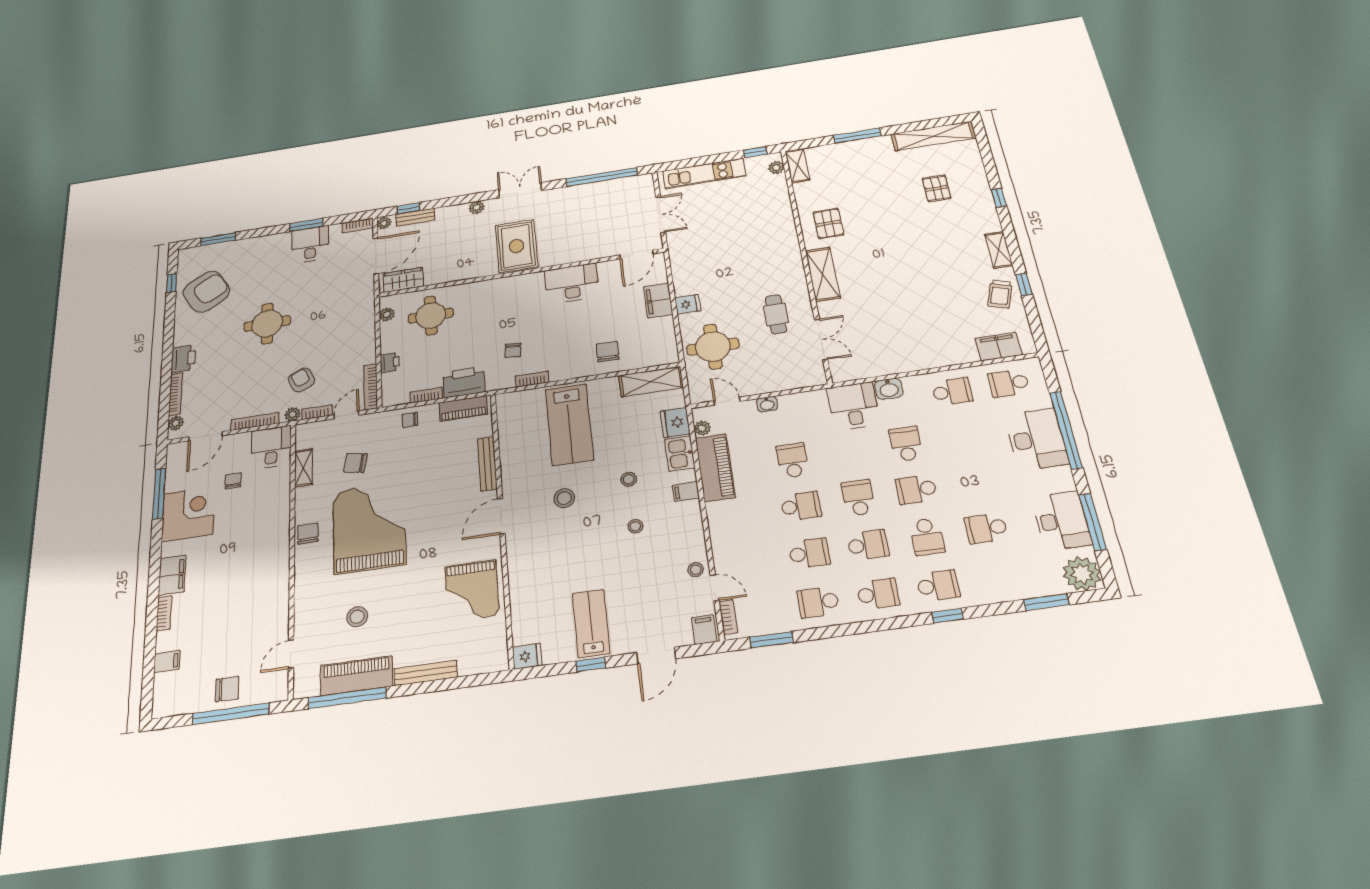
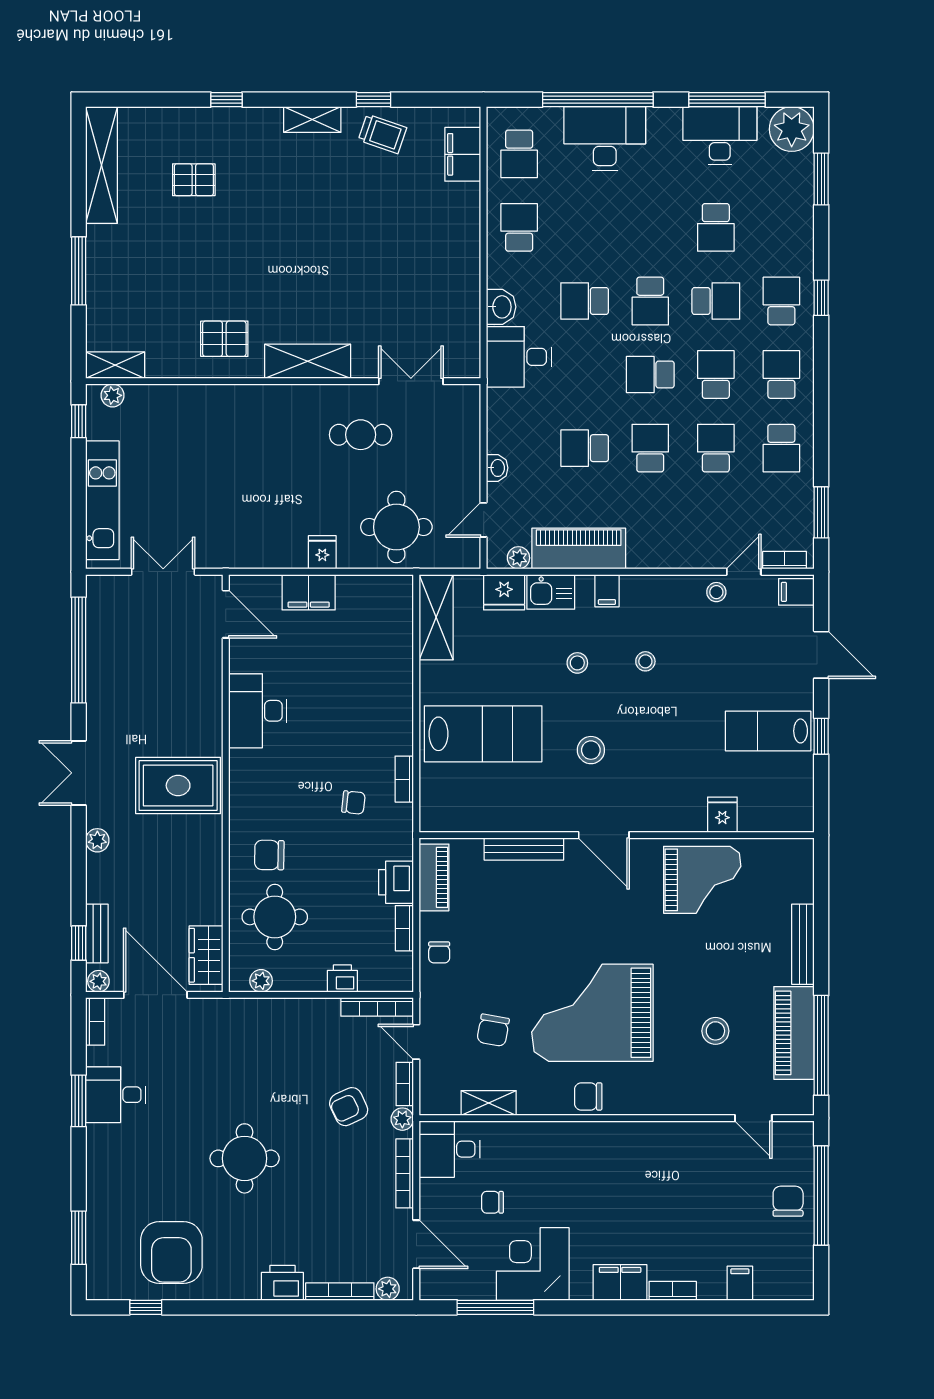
armchair: (206, 292) -> (171, 1253), turned -149
chair: (608, 352) -> (269, 855), moved
printer: (464, 382) -> (396, 882), width x0.73, depth x0.84
fridge: (527, 656) -> (722, 815), moved

